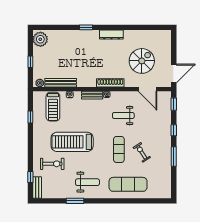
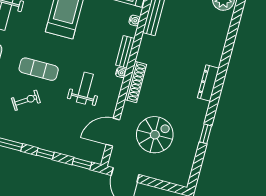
window: (86, 27) -> (205, 134), moved
dresser: (111, 35) -> (208, 83), moved
spiral stairs: (142, 61) -> (155, 135), turned -90

